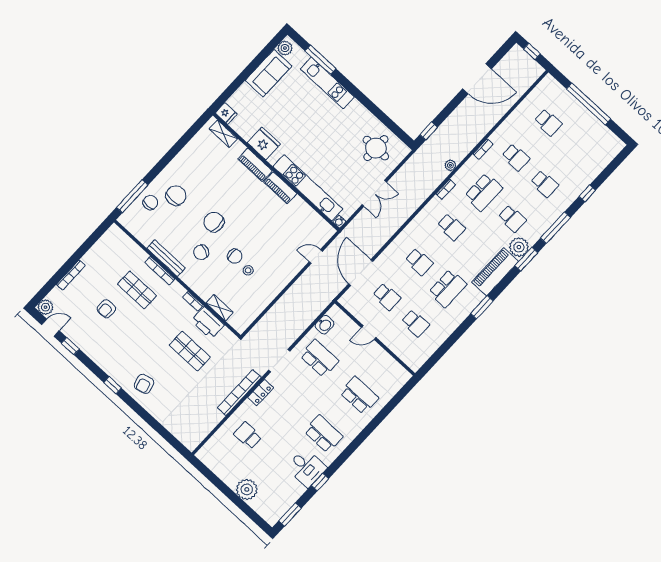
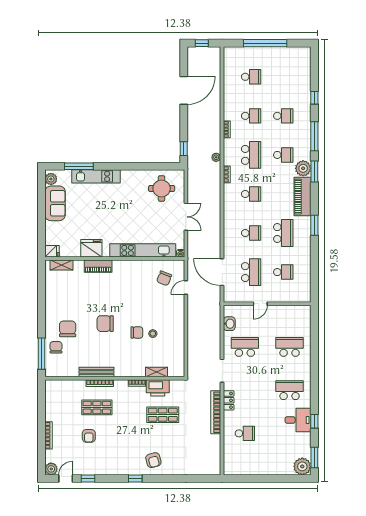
piano: (280, 188) -> (126, 266), removed
chair: (201, 252) -> (164, 278), moved
school desk: (387, 297) -> (251, 272), width x1.85
school desk: (248, 435) -> (245, 433), turned 180
plant: (247, 489) -> (302, 466), moved

